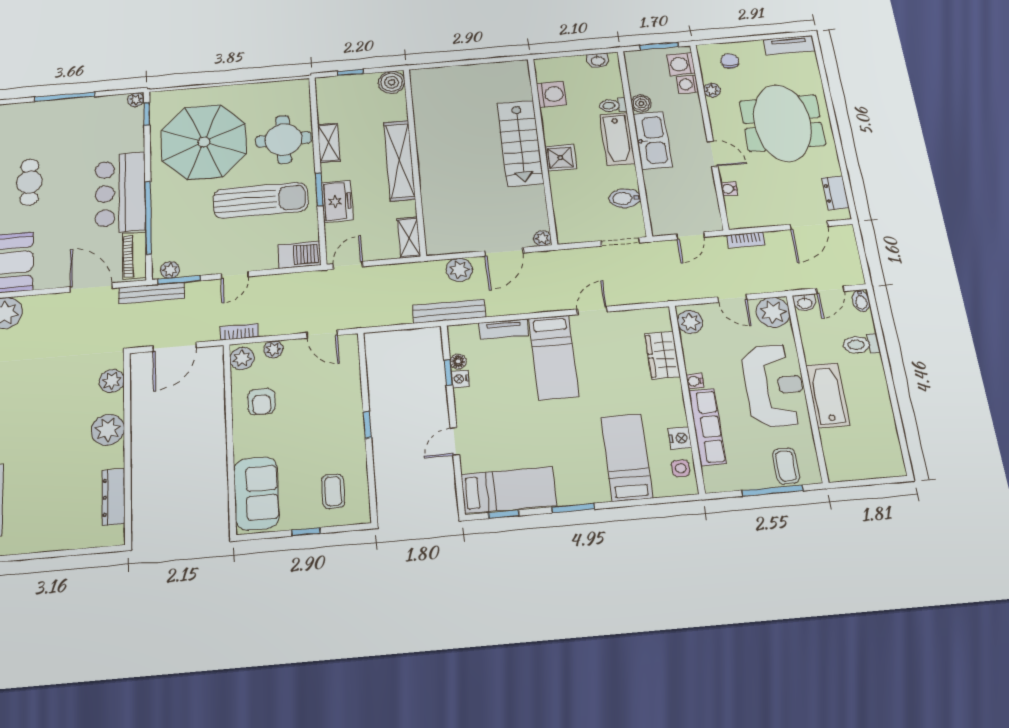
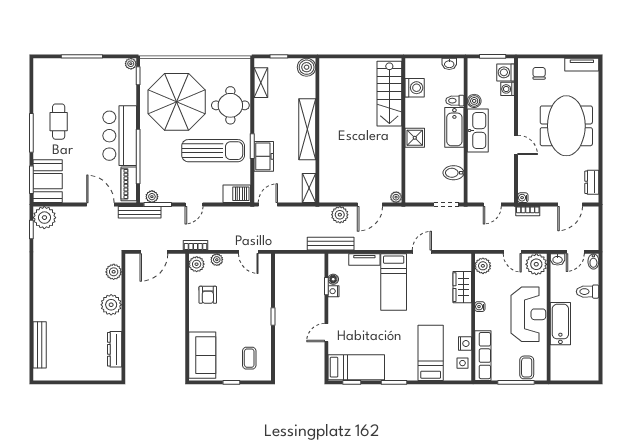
plant: (712, 90) -> (523, 95), removed
shelving: (329, 143) -> (261, 83), moved
stairs: (520, 143) -> (389, 94), moved
water cooler: (729, 189) -> (523, 198), moved
row of seats: (707, 427) -> (483, 356), moved

